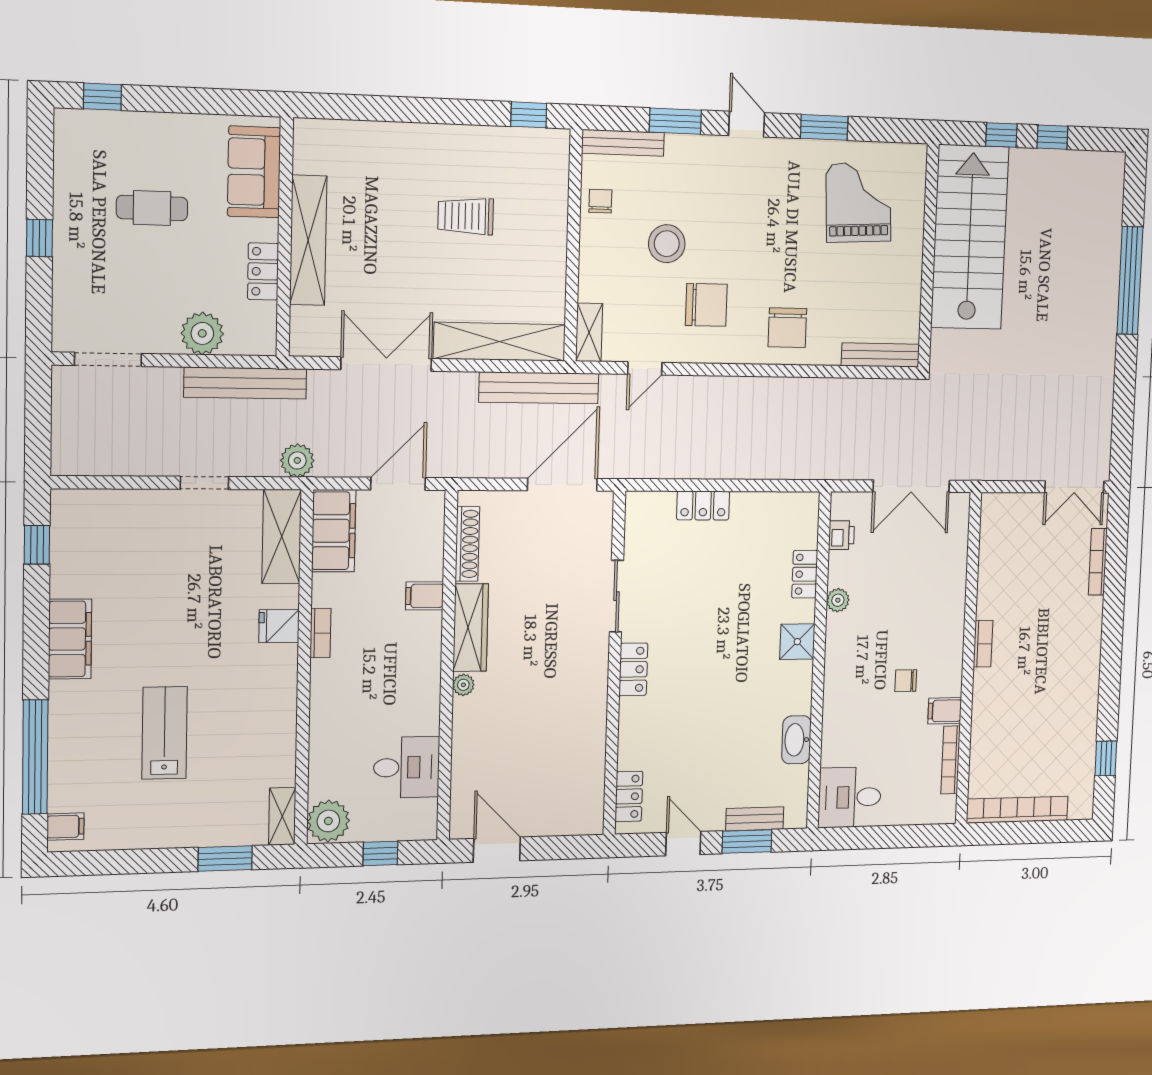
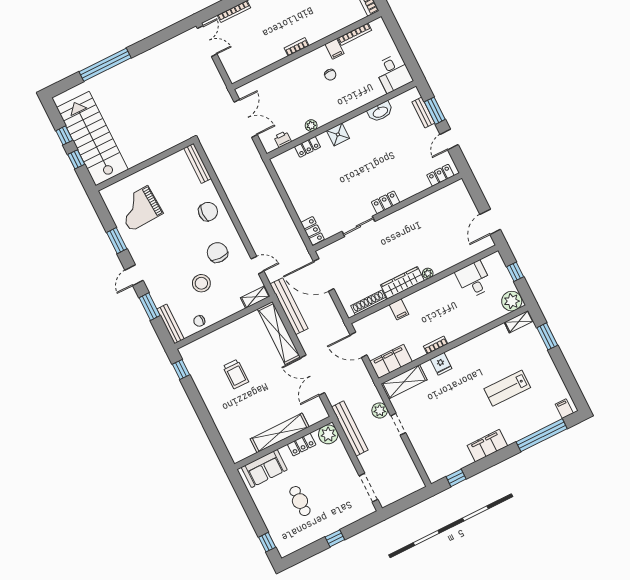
stairs: (970, 237) -> (92, 139), moved, turned 90
plant: (202, 333) -> (328, 434), moved
plant: (297, 460) -> (380, 410), moved
locker: (703, 506) -> (313, 231), moved

